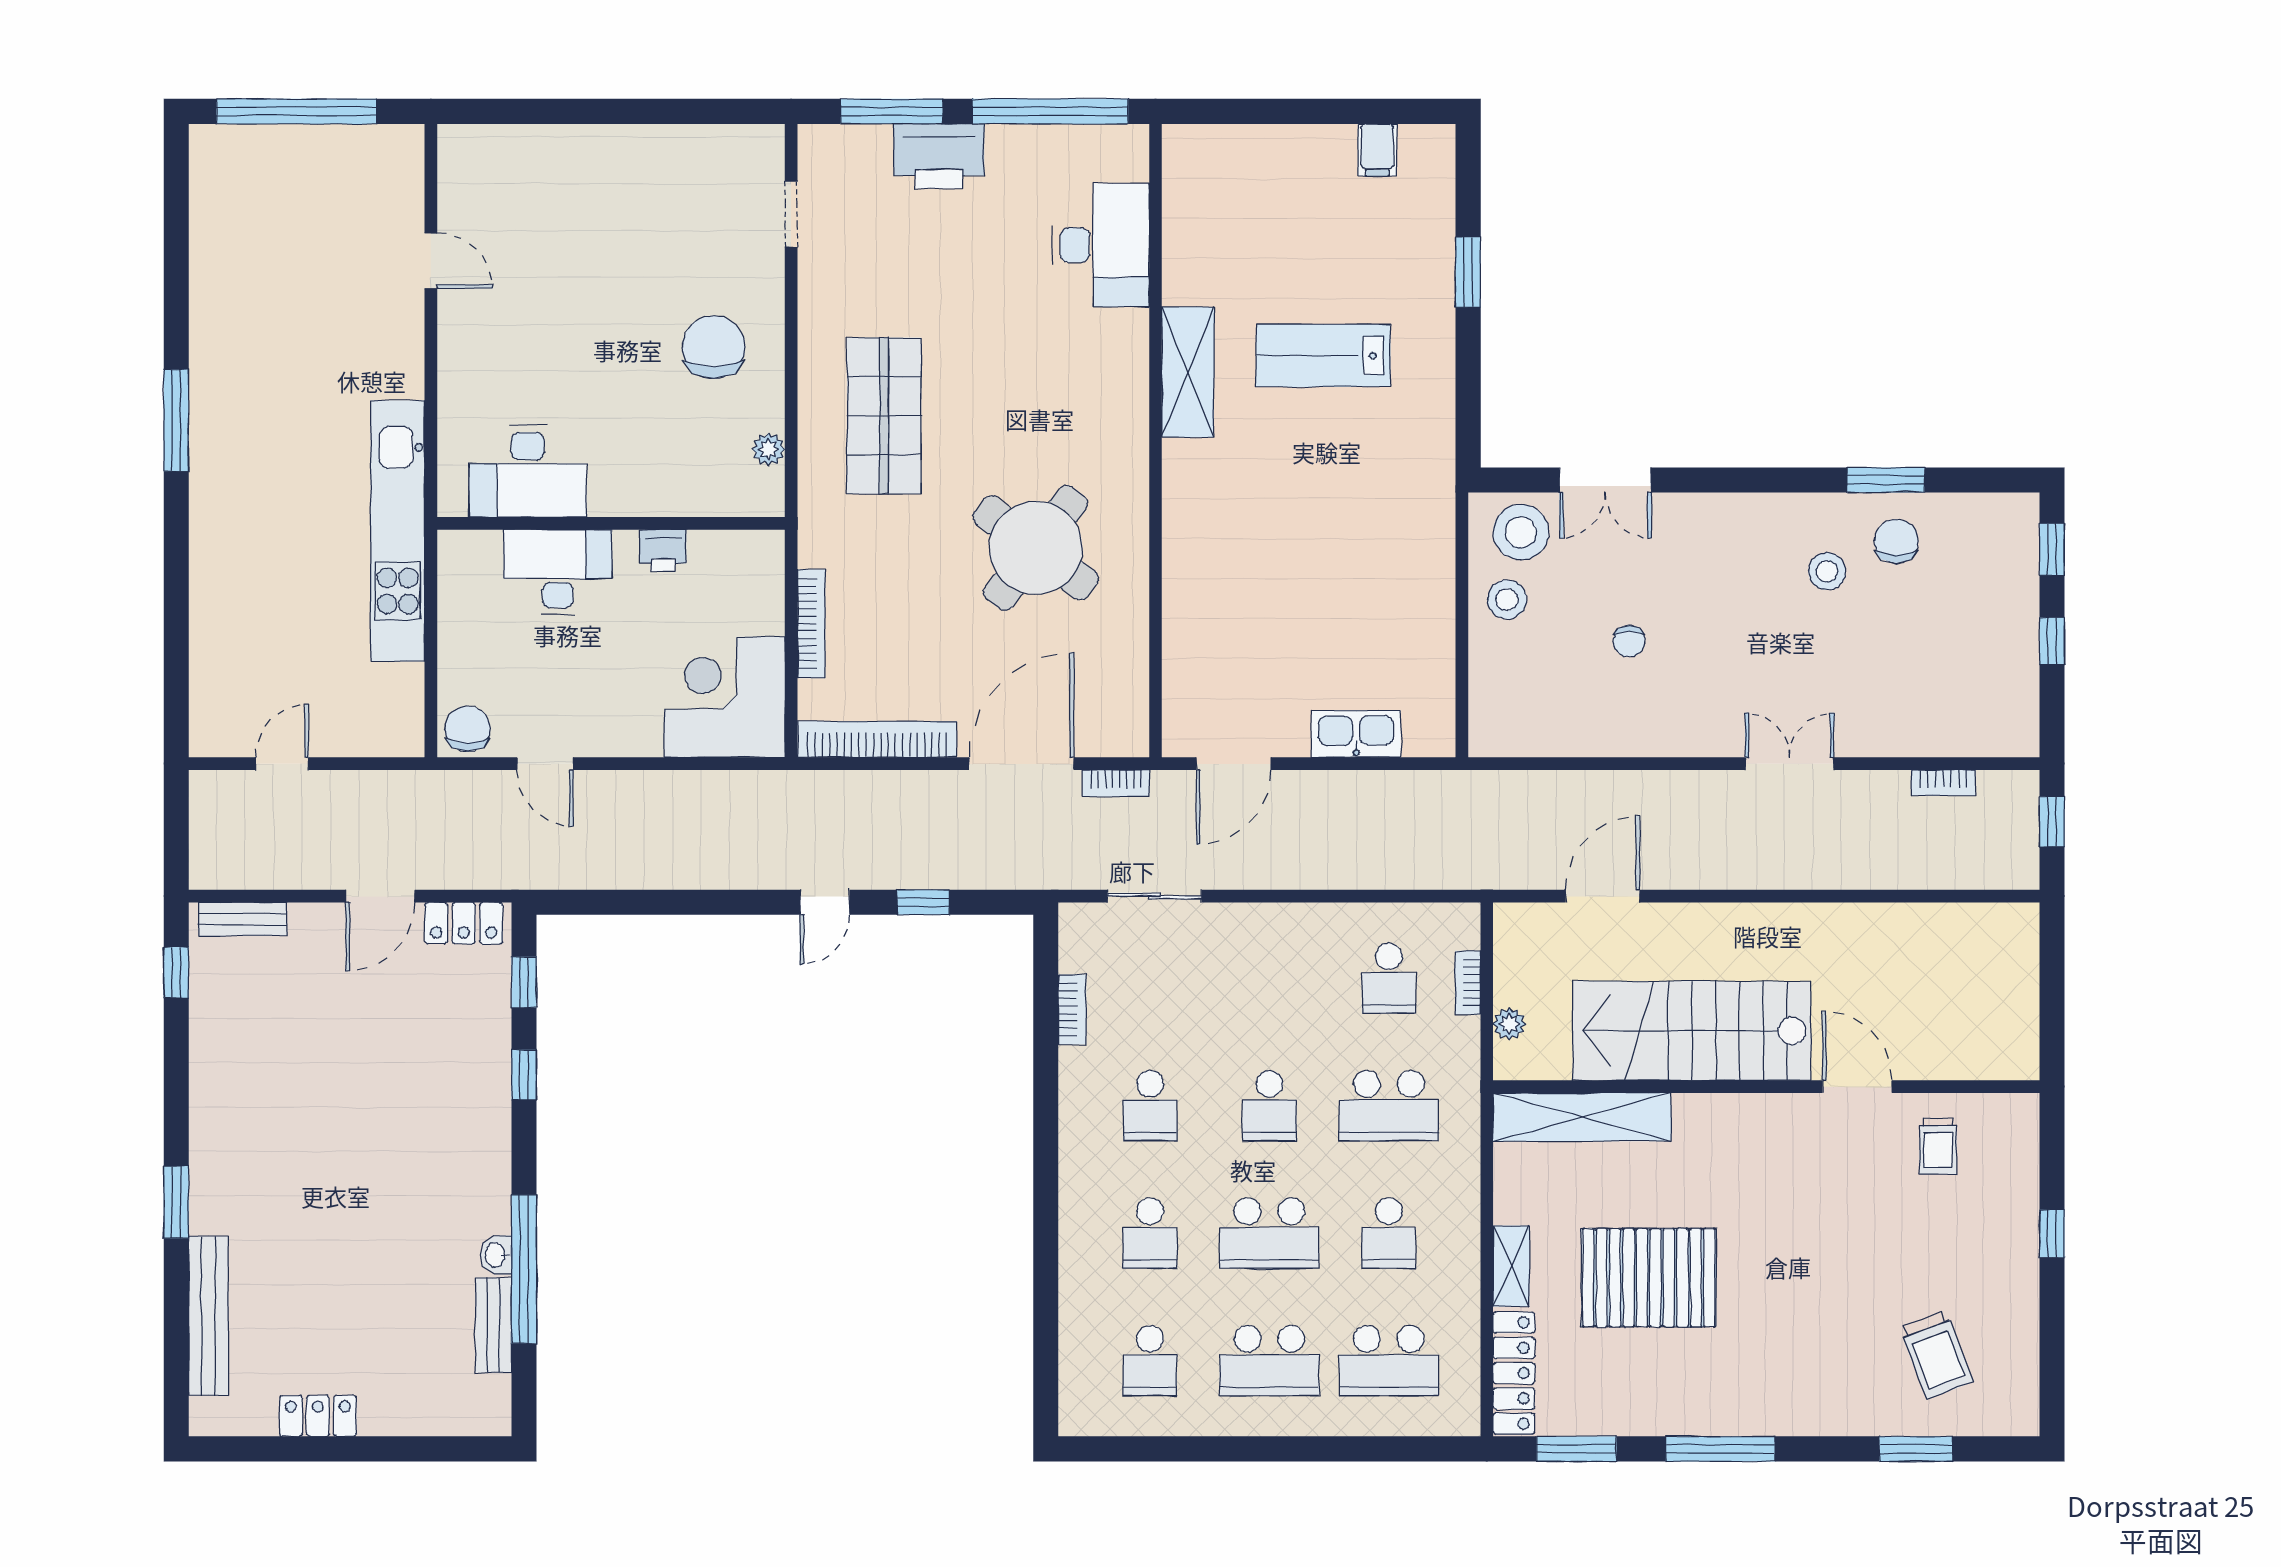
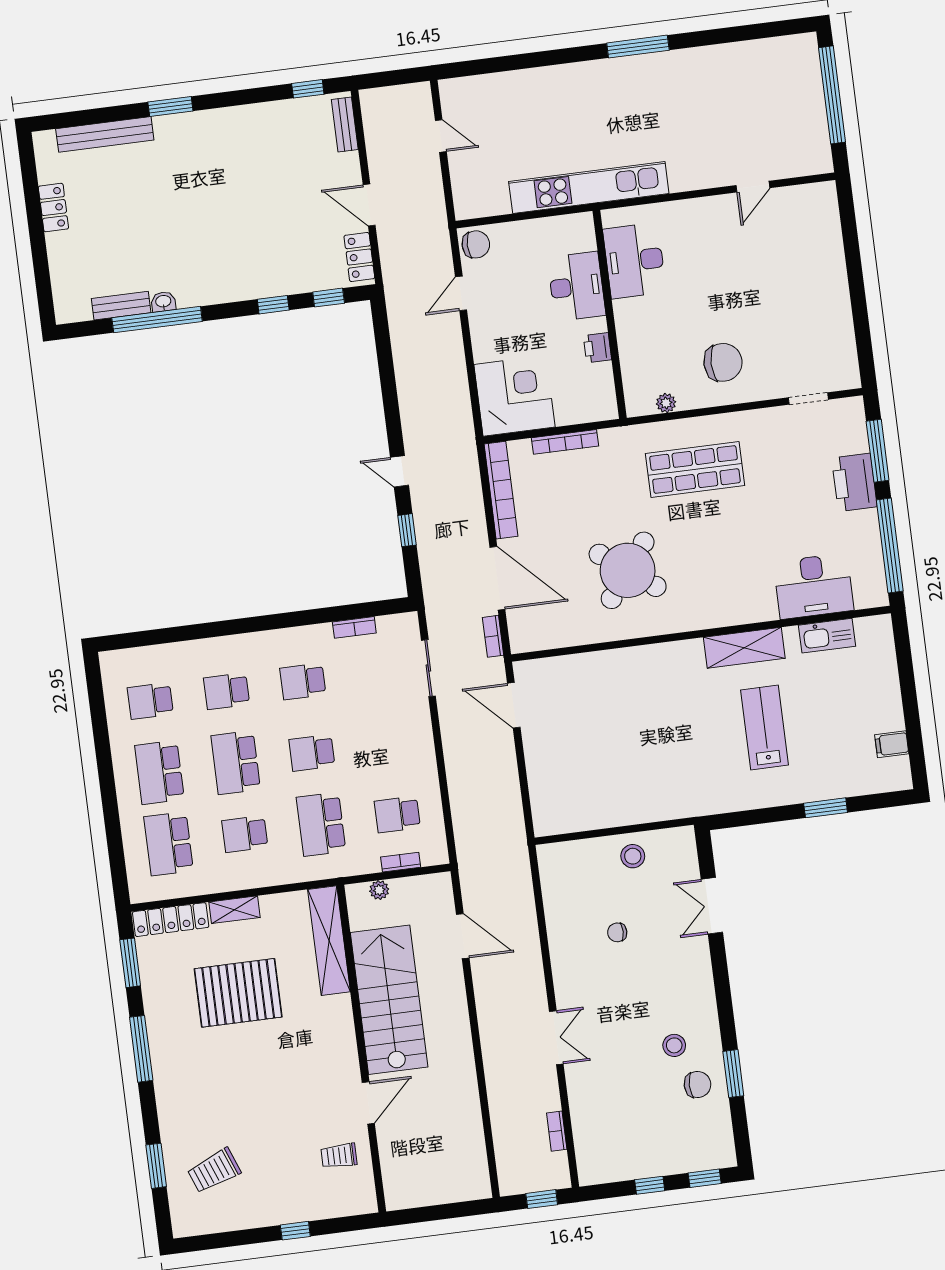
stool: (1521, 532) -> (674, 859), removed
kitchen sink: (1356, 734) -> (827, 636), moved, turned 90
pallet: (1649, 1278) -> (238, 993), turned 90

